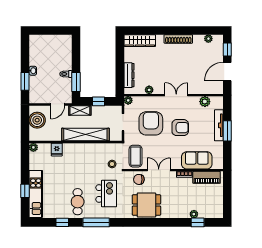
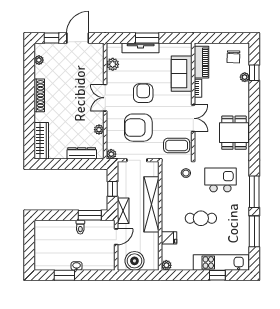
door: (227, 72) -> (78, 38), swing flipped
window: (25, 81) -> (64, 275), moved
door: (58, 104) -> (116, 237), hinge flipped
double door: (159, 170) -> (193, 118), swing flipped
chair: (139, 179) -> (233, 57), moved
cafe table: (78, 202) -> (201, 218), moved
window: (62, 222) -> (254, 231), width x2.17

